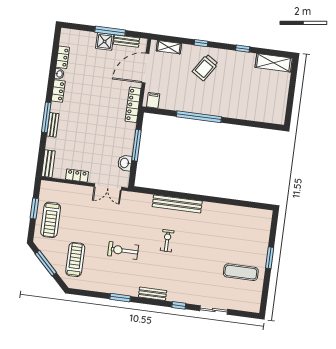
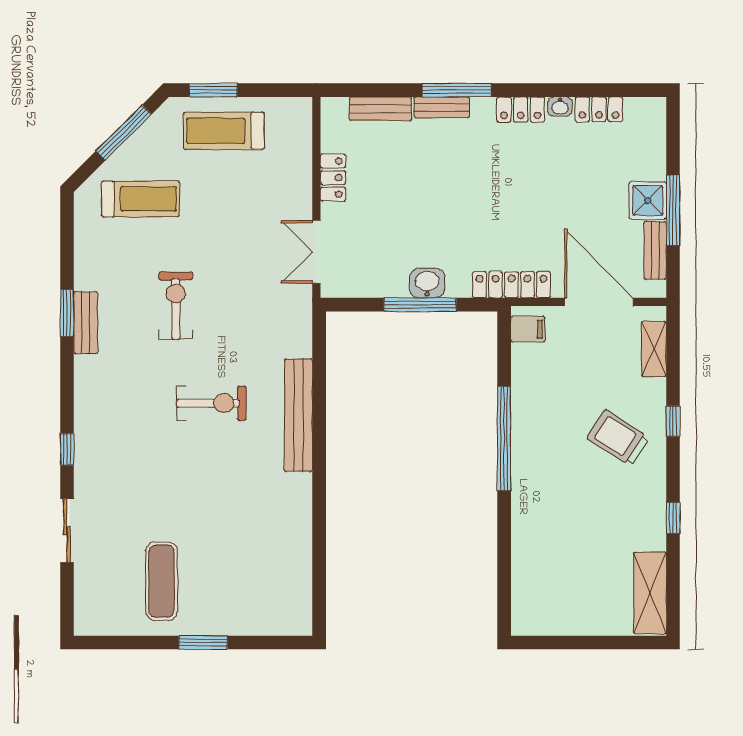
washbasin: (125, 163) -> (427, 283), moved
bench: (48, 164) -> (381, 109), moved
window: (34, 209) -> (213, 90), moved
exercise bike: (167, 241) -> (211, 403), width x1.38, depth x1.39
bench: (153, 294) -> (86, 323), moved

